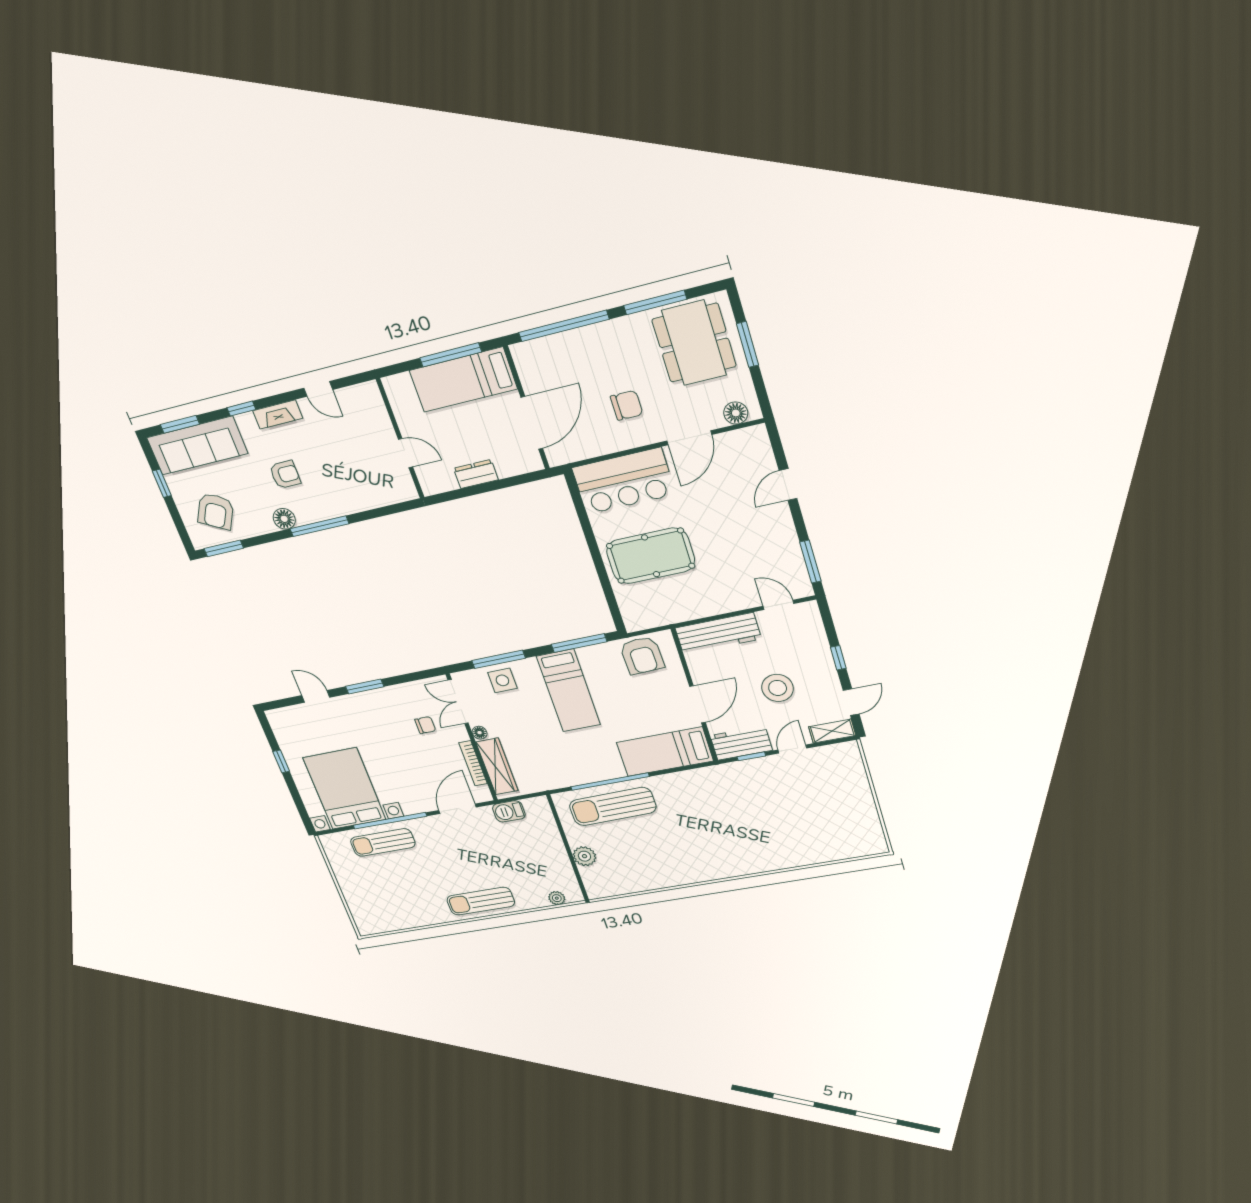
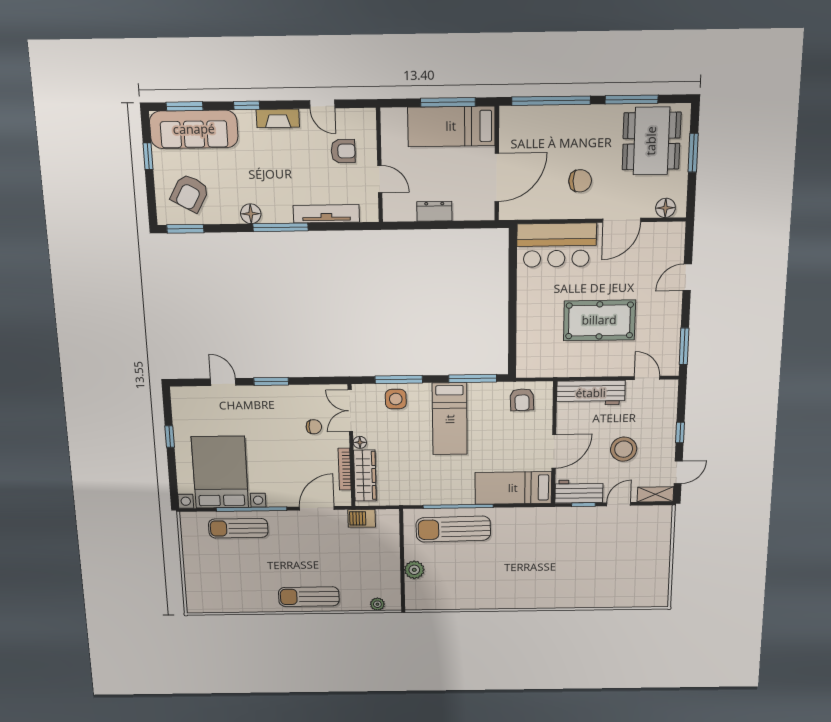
armchair: (285, 474) -> (343, 151), moved
tv unit: (362, 502) -> (326, 214), added
pool table: (651, 556) -> (599, 320), moved
armchair: (642, 655) -> (522, 400), width x0.72, depth x0.72

